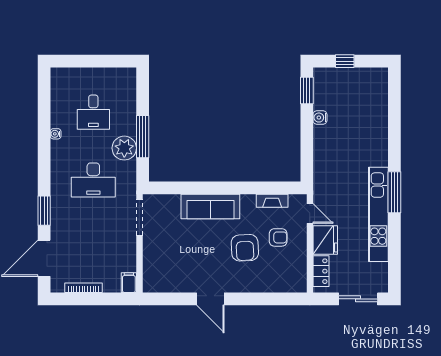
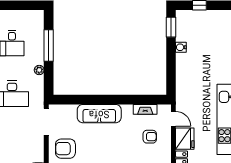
window: (143, 137) -> (49, 45), moved
plant: (124, 148) -> (39, 70), width x0.53, depth x0.53
armchair: (245, 248) -> (65, 149), moved, turned 93

